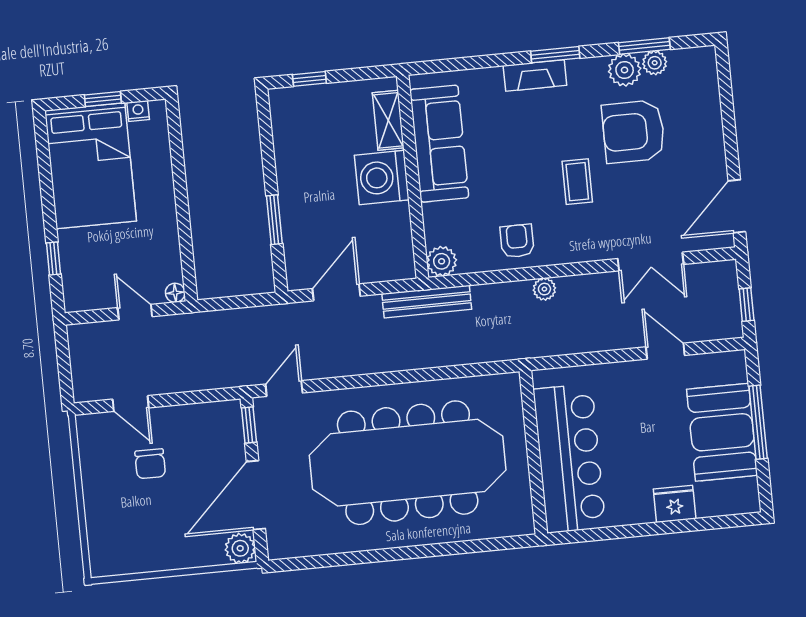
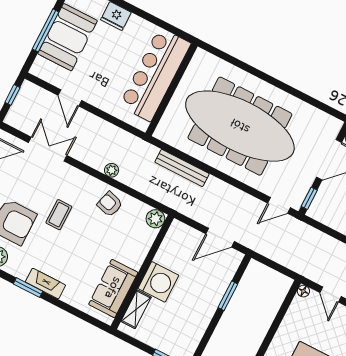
sofa: (439, 144) -> (113, 288), width x0.73
armchair: (517, 241) -> (110, 204), turned 106
bench: (427, 302) -> (182, 168), moved

